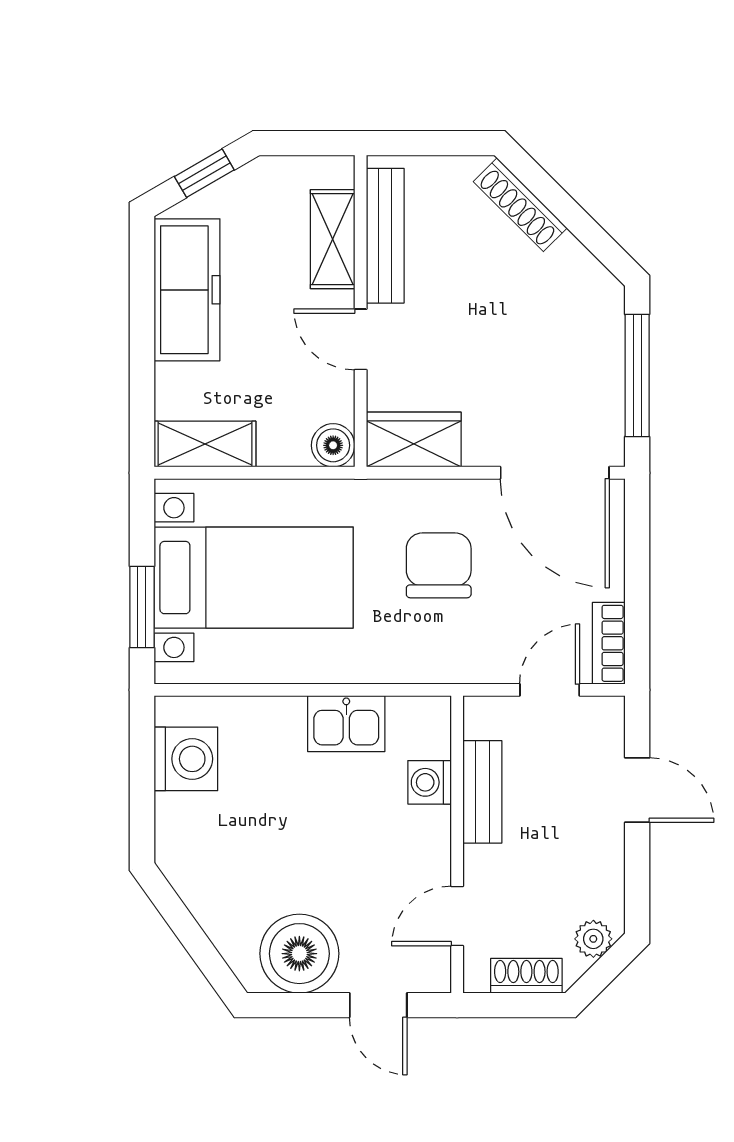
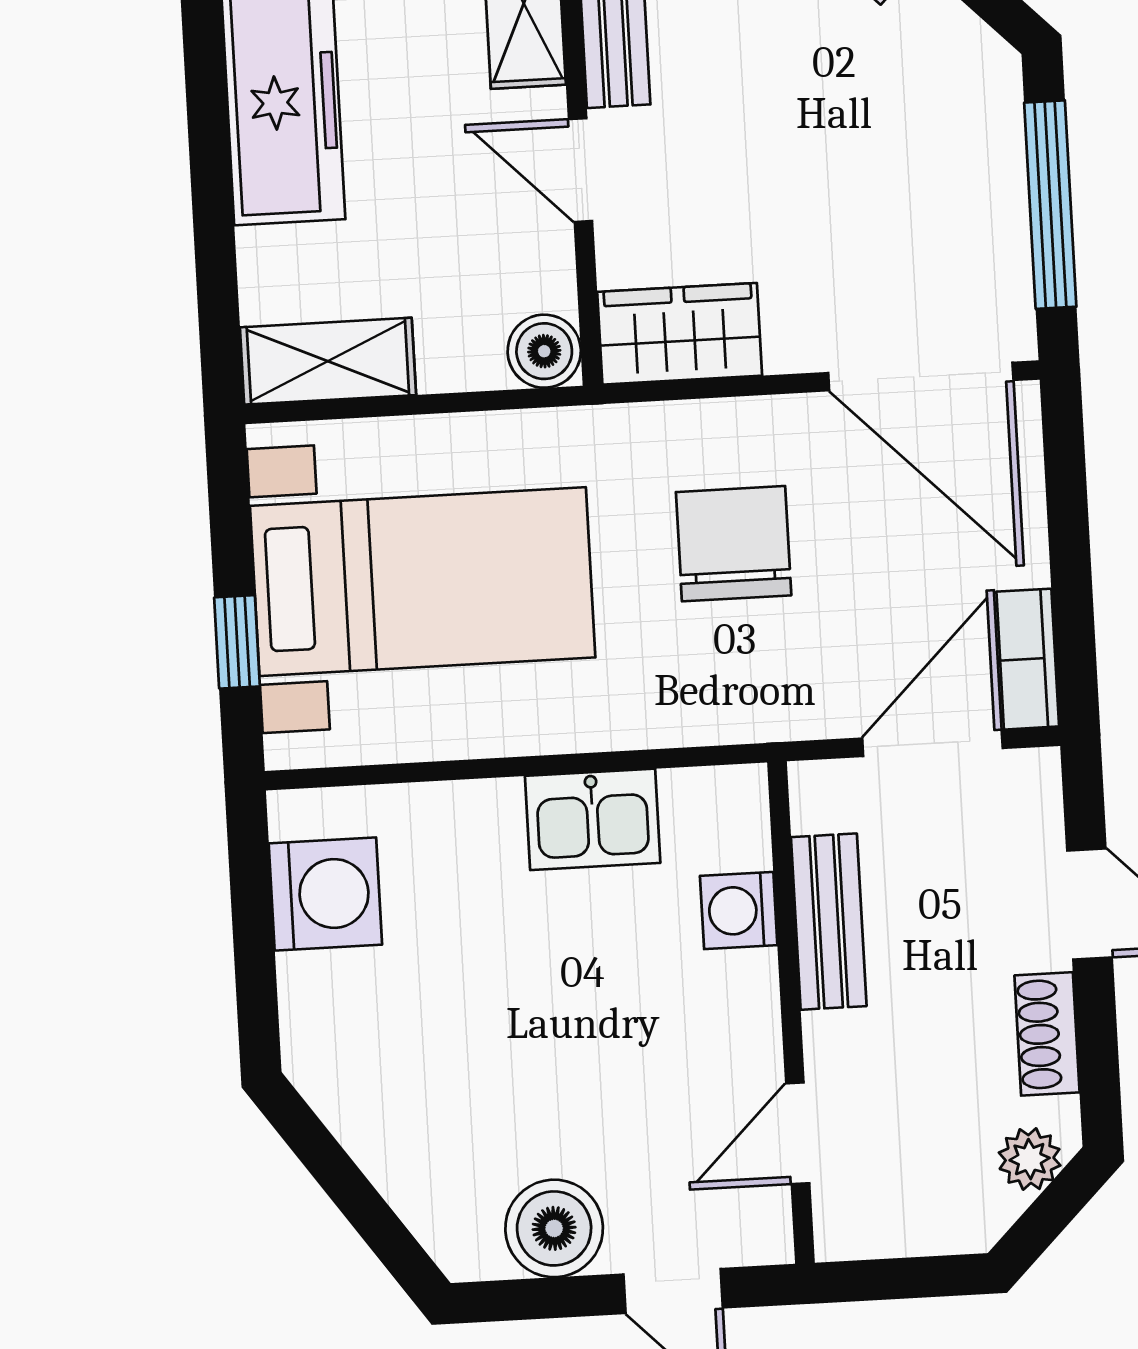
window: (142, 607) -> (237, 642), width x0.67
door: (550, 690) -> (932, 743), width x1.38
boiler: (299, 954) -> (554, 1228), width x0.73, depth x0.73
shoe rack: (526, 976) -> (1047, 1034), moved, turned -90

